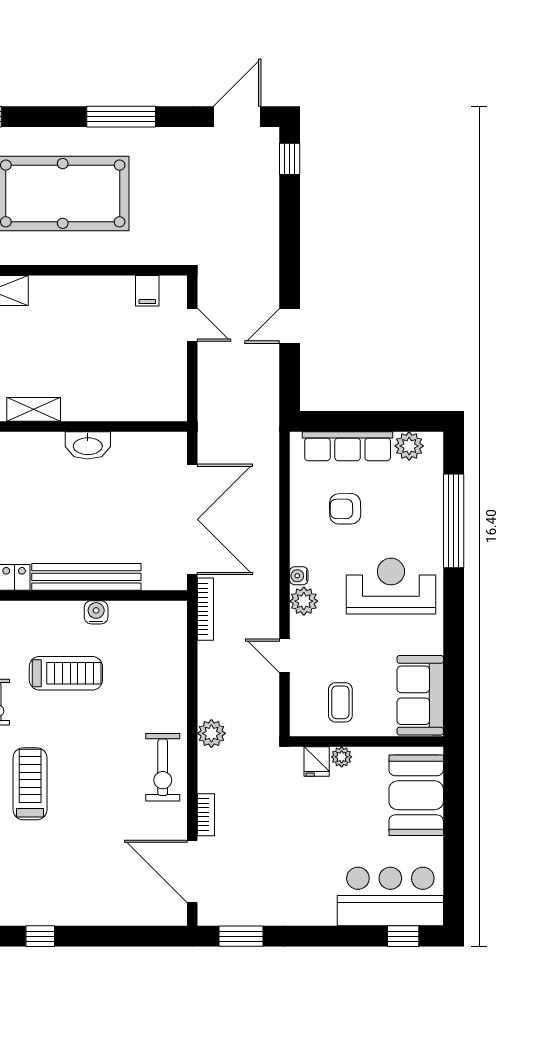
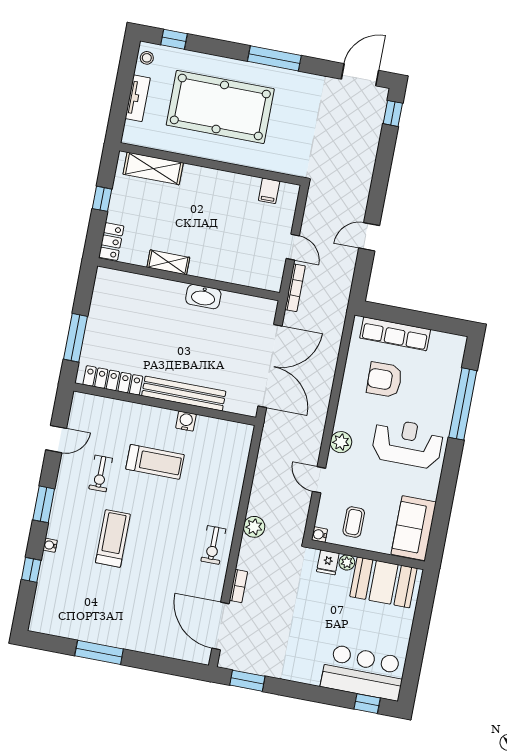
door: (192, 325) -> (293, 247), moved
plant: (409, 446) -> (441, 342), removed
armchair: (345, 509) -> (384, 380), width x1.38, depth x1.38
water cooler: (299, 576) -> (319, 535), moved
bookcase: (205, 609) -> (295, 288), moved
exercise bike: (163, 767) -> (213, 545), width x0.73, depth x0.72
booth: (416, 795) -> (383, 582), moved, turned 90
window: (40, 936) -> (99, 652), width x2.17

